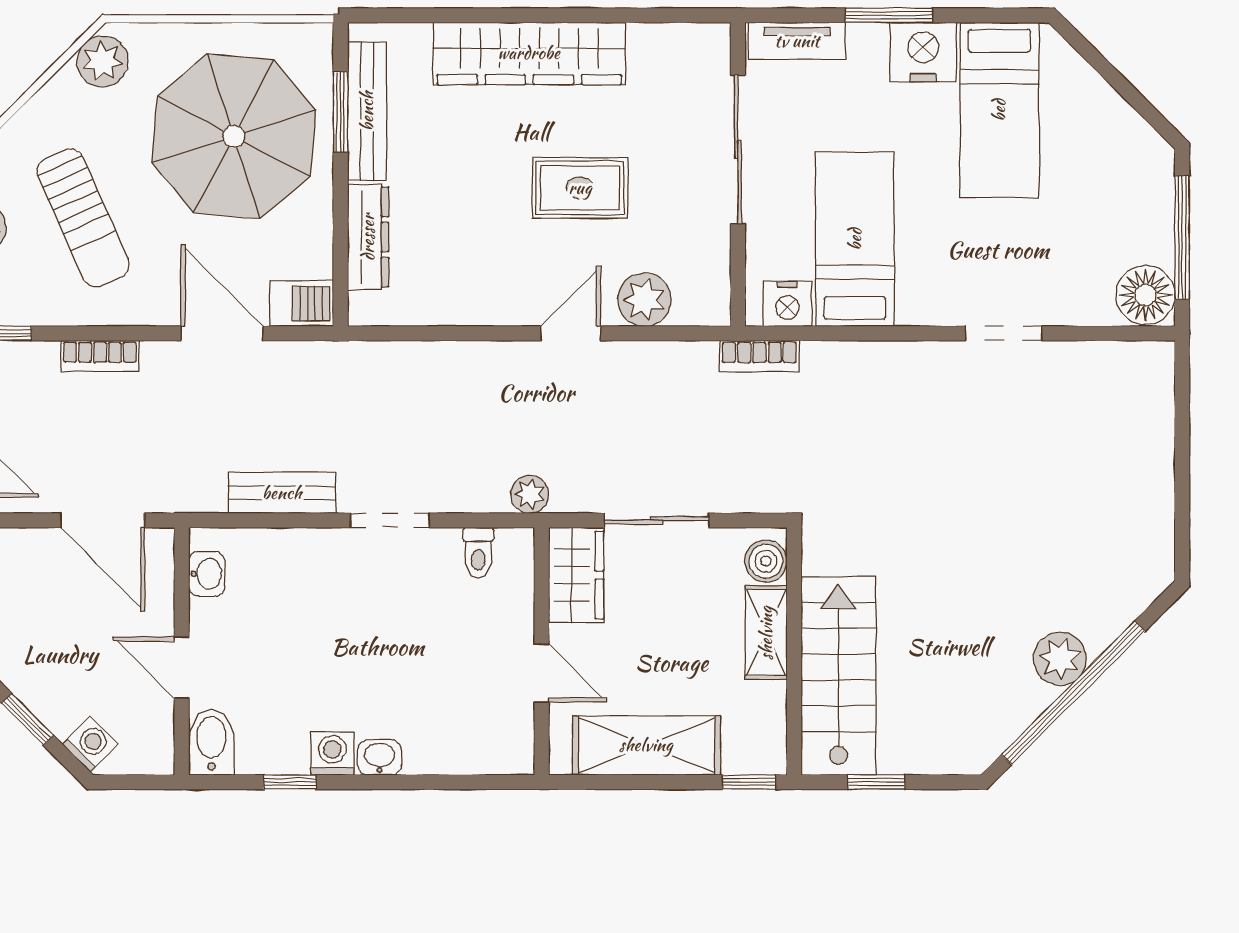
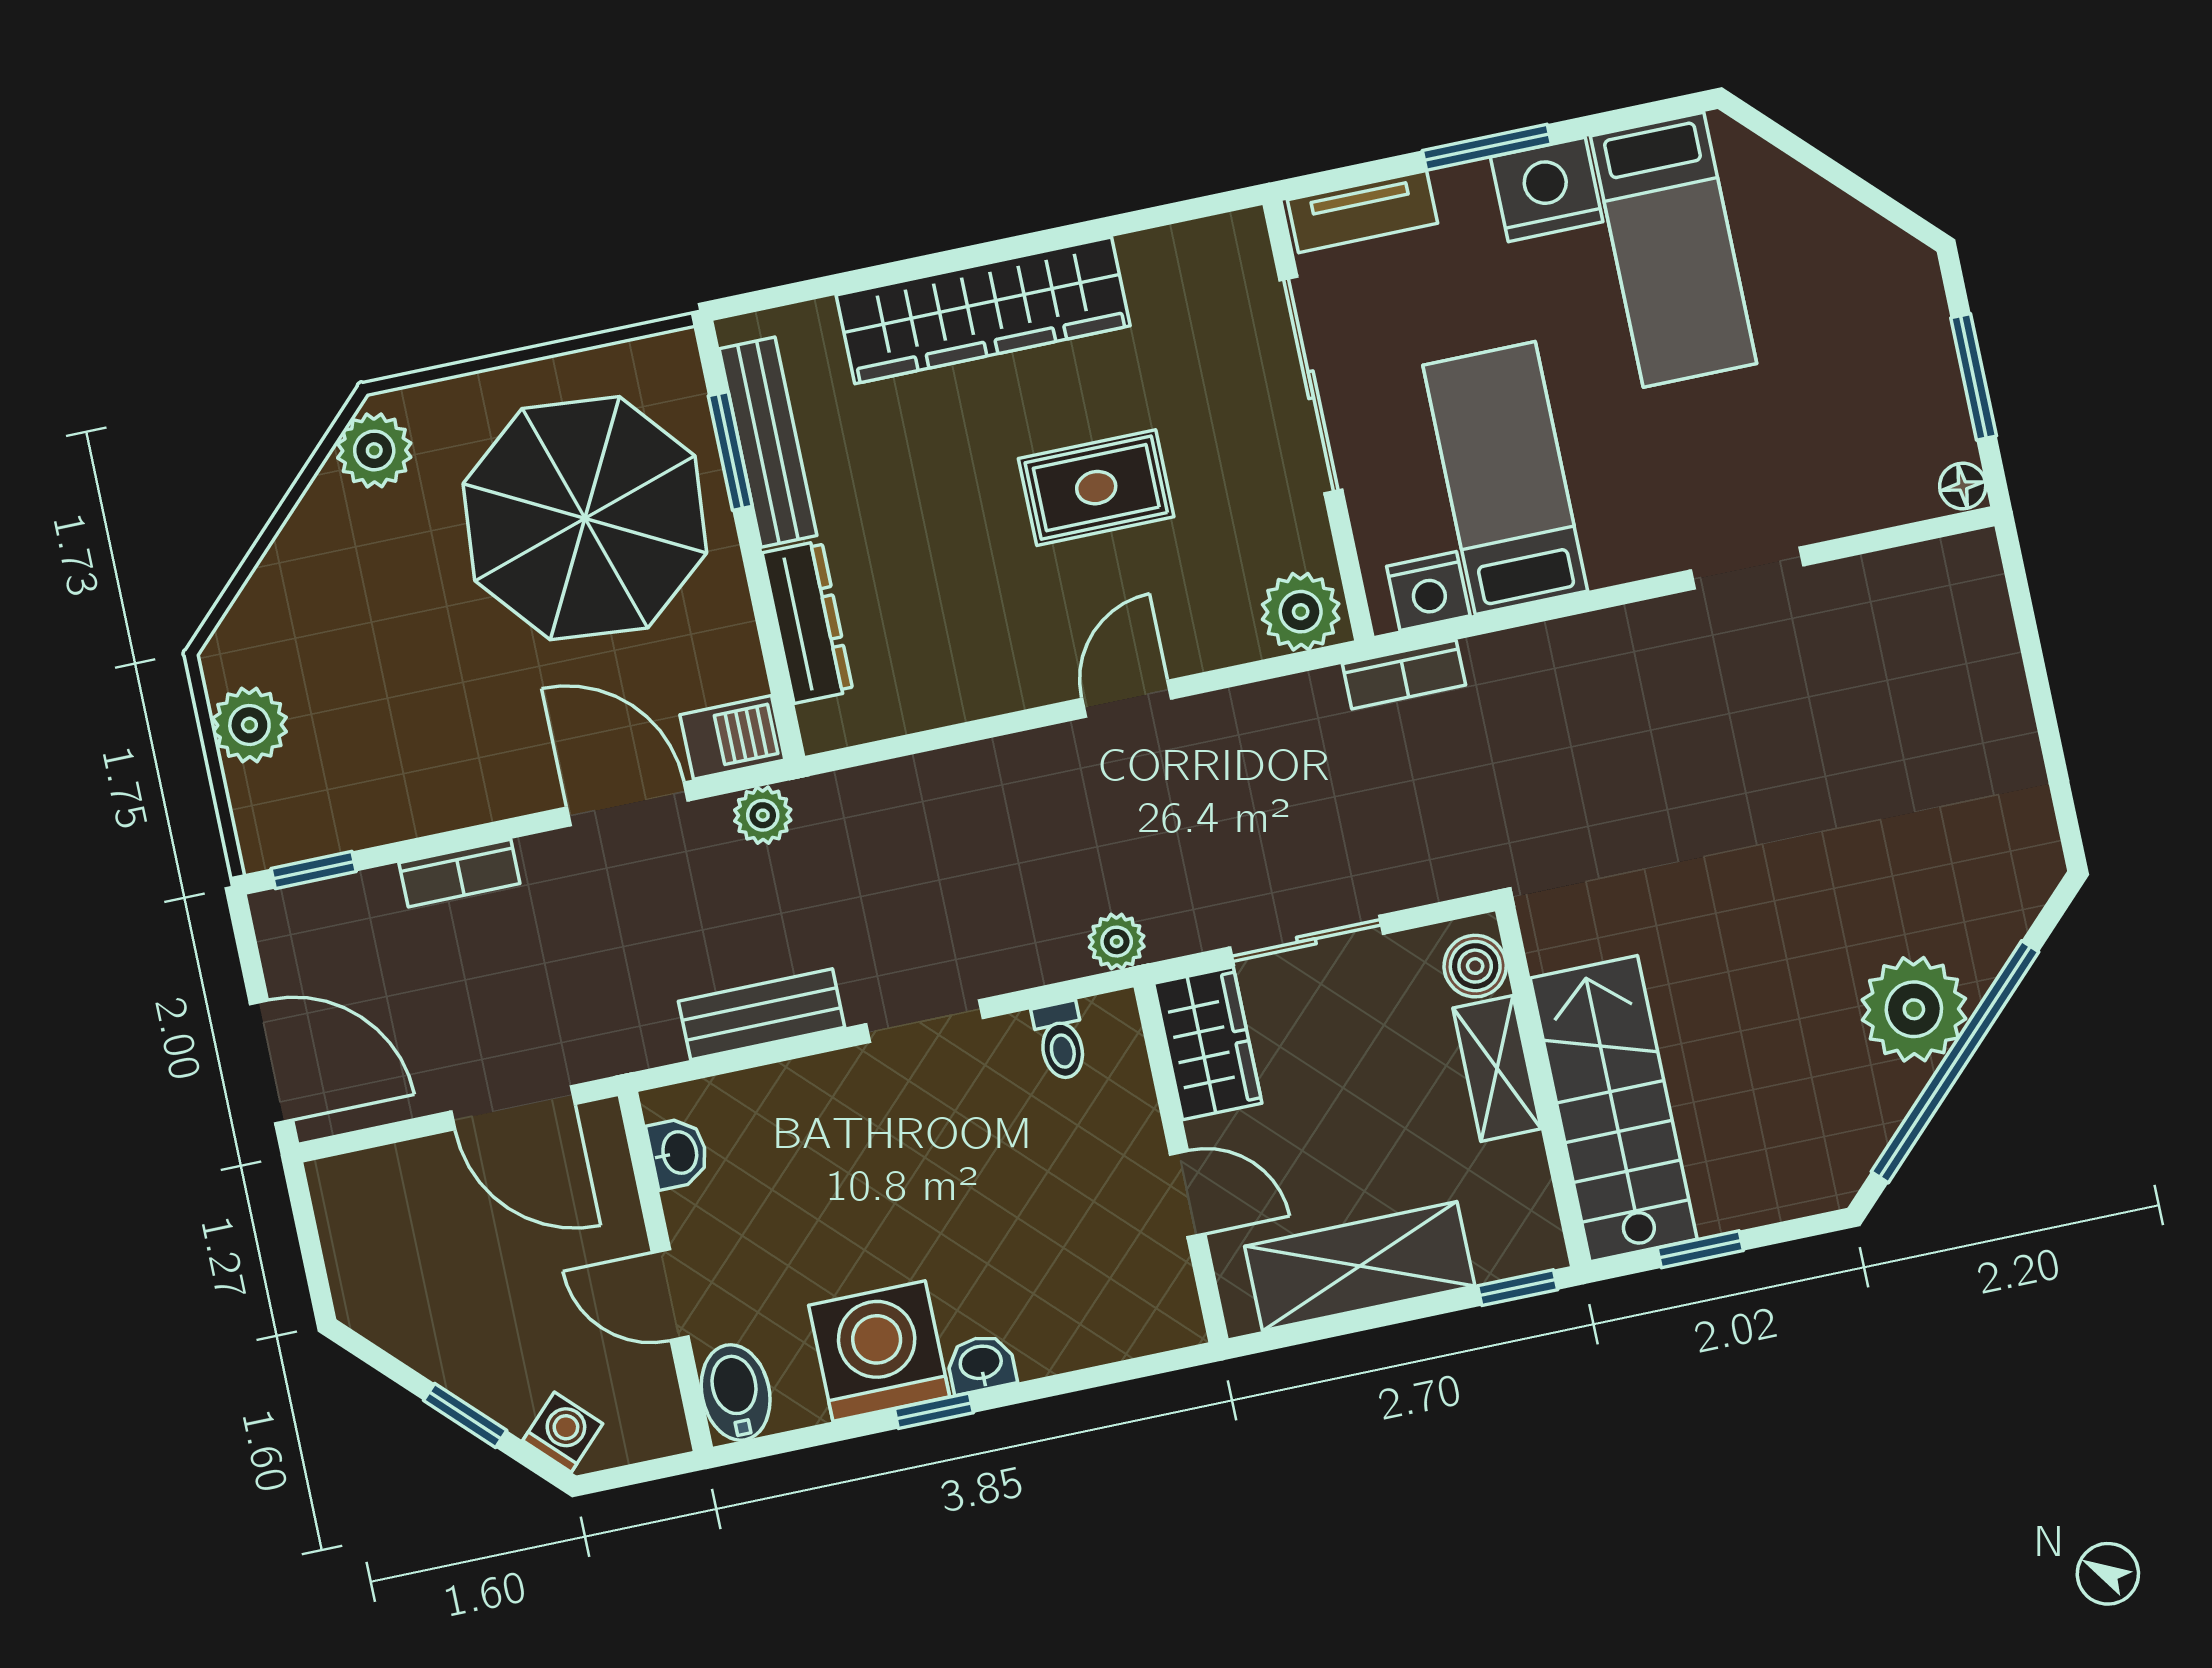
sun lounger: (83, 218) -> (393, 681), removed
window: (1182, 237) -> (1974, 377), width x0.69
floor lamp: (1146, 295) -> (1963, 486), width x0.53, depth x0.53
plant: (644, 300) -> (1301, 612), moved
plant: (311, 360) -> (763, 815), added
plant: (1060, 659) -> (1914, 1009), width x1.36, depth x1.36
washing machine: (332, 754) -> (879, 1351), width x1.89, depth x1.89
window: (290, 782) -> (934, 1411), moved

